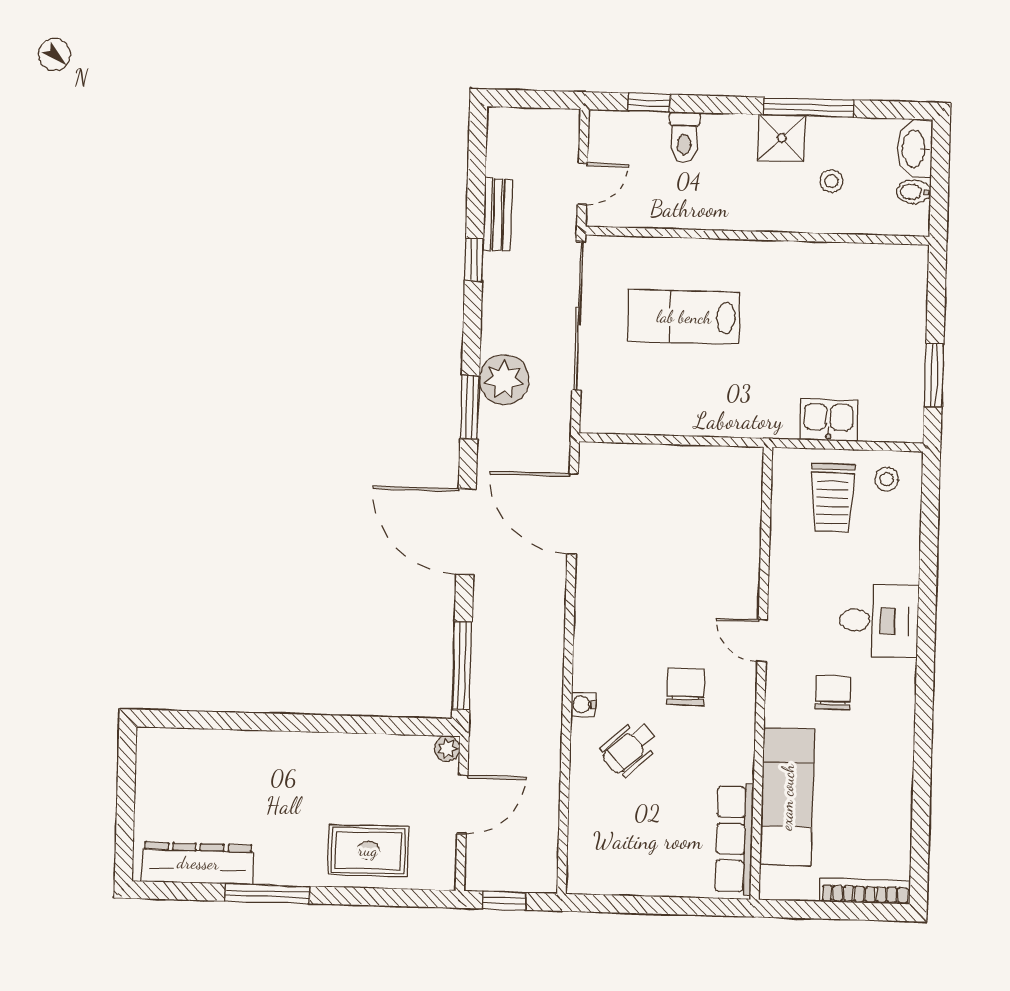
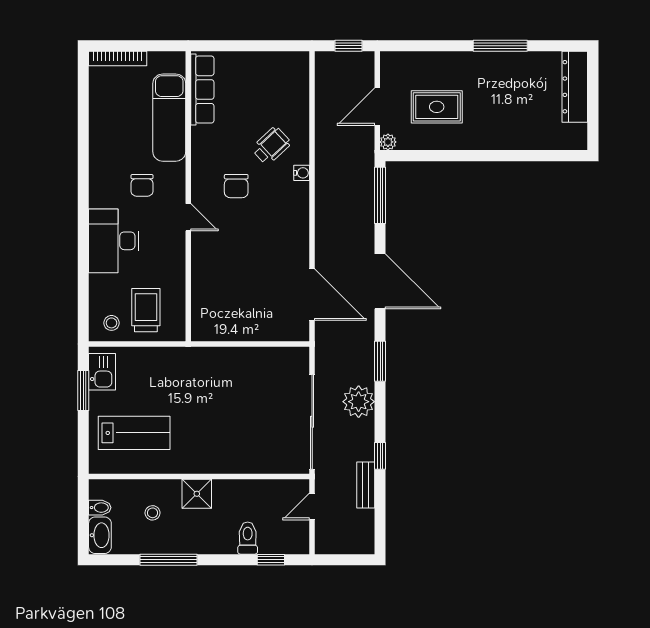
shower: (782, 138) -> (197, 494), moved
lab bench: (684, 317) -> (134, 433), moved
plant: (504, 380) -> (359, 402), moved
kitchen sink: (829, 420) -> (102, 372), moved, turned -90
desk: (879, 621) -> (114, 241), width x1.37
rug: (368, 850) -> (437, 107), moved
dresser: (198, 863) -> (575, 87), moved, turned 90

